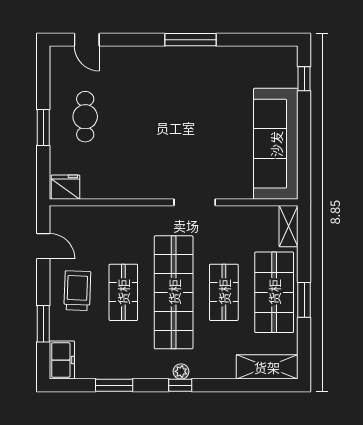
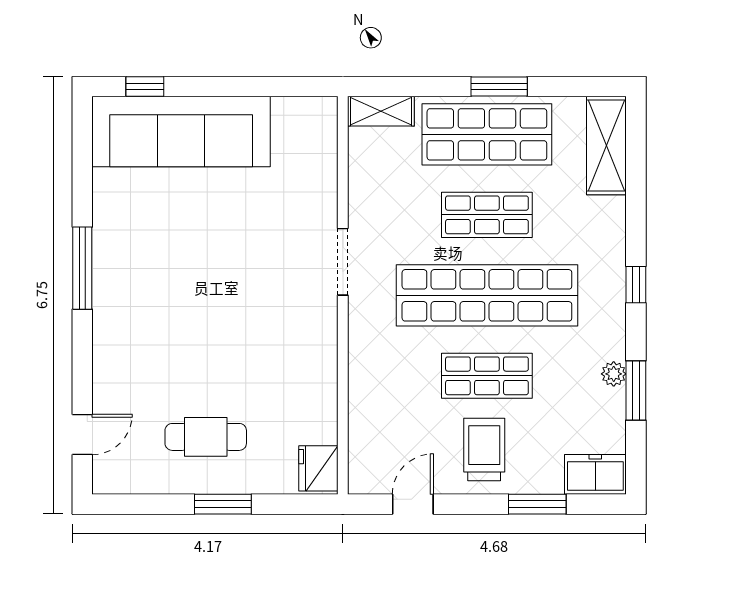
sofa: (276, 144) -> (181, 132), moved
trolley: (77, 291) -> (484, 450), turned 88
plant: (181, 371) -> (614, 374), moved

